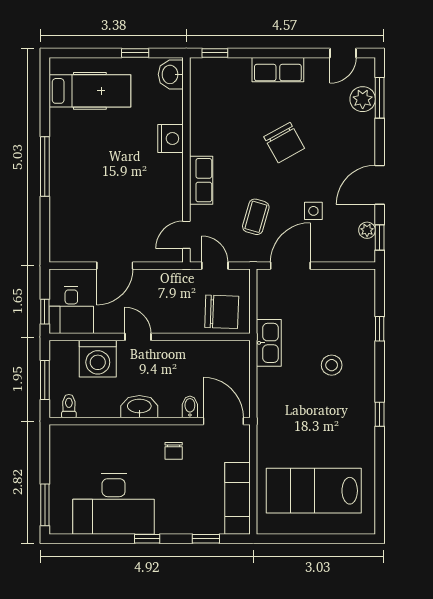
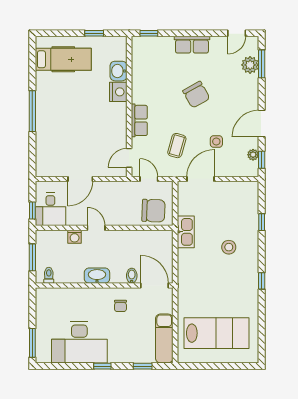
washbasin: (171, 74) -> (119, 71), moved
washing machine: (98, 359) -> (75, 237), width x0.53, depth x0.53
lab bench: (314, 491) -> (217, 333), turned 180

